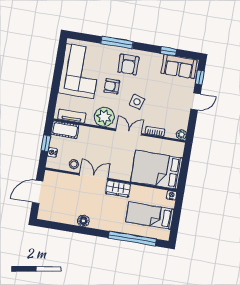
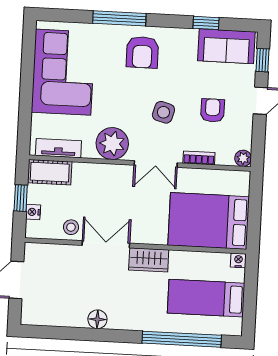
armchair: (112, 86) -> (213, 110), moved, turned 90
double door: (129, 132) -> (156, 164), swing flipped

